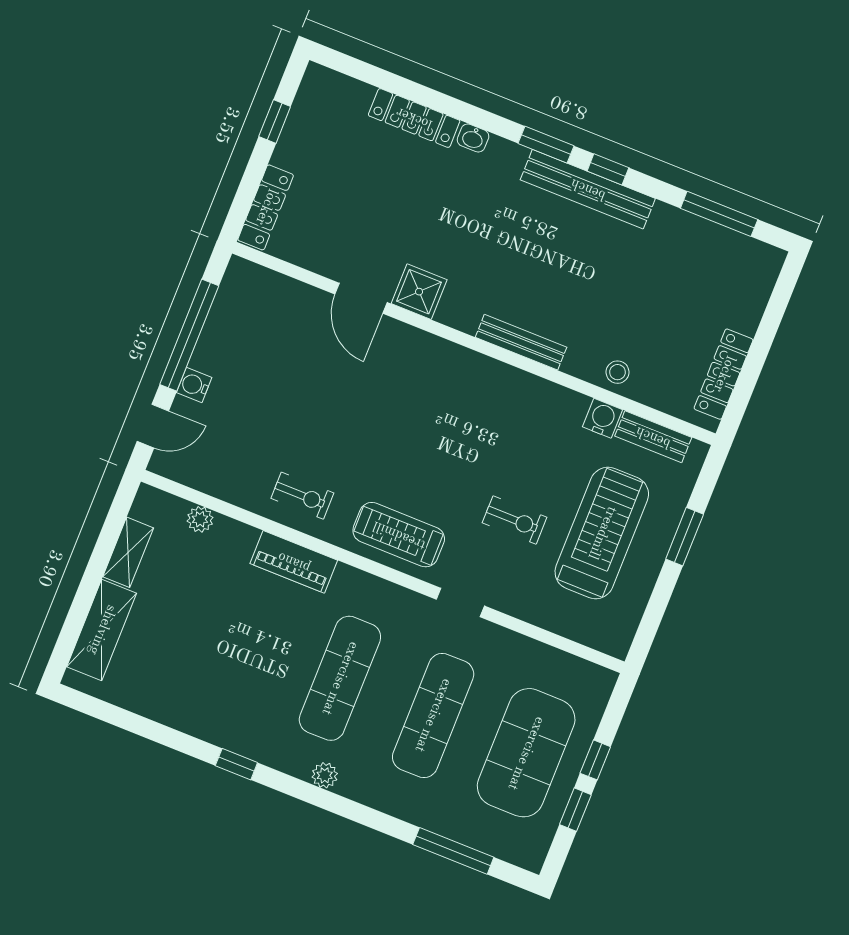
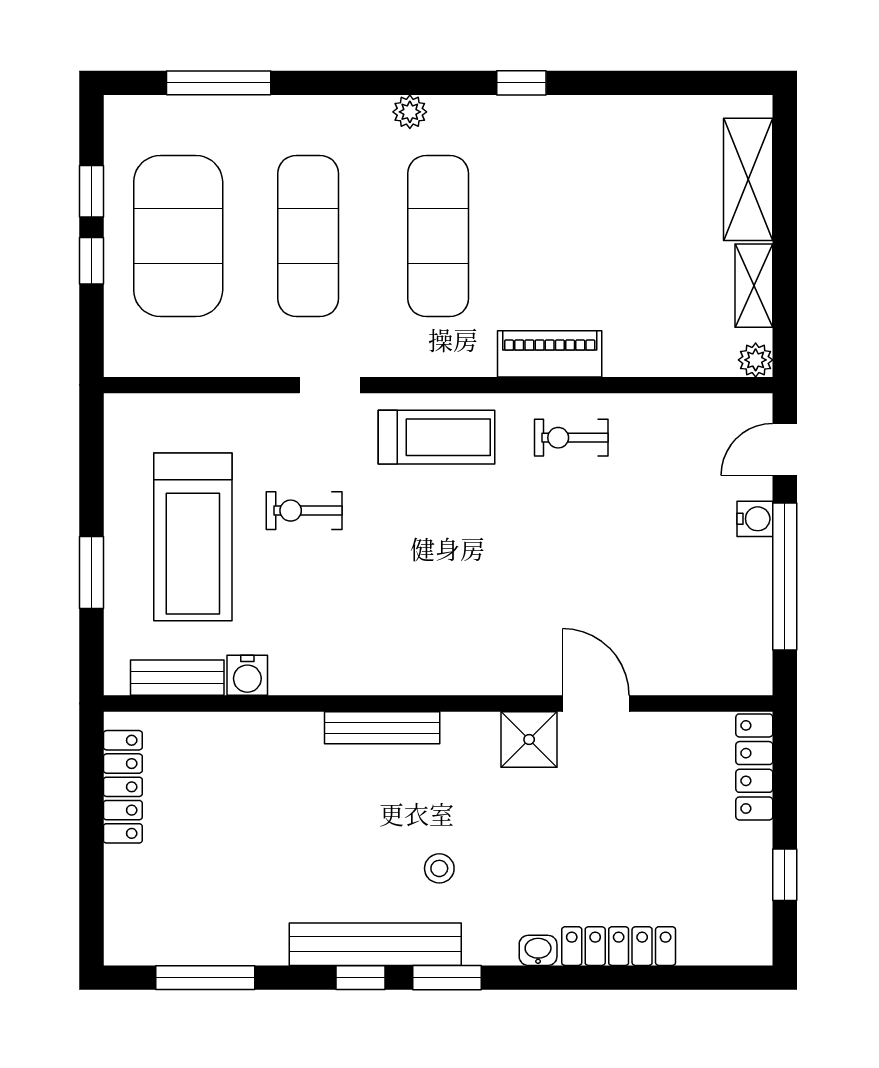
stool: (618, 372) -> (439, 868), moved
plant: (200, 519) -> (756, 360), moved

